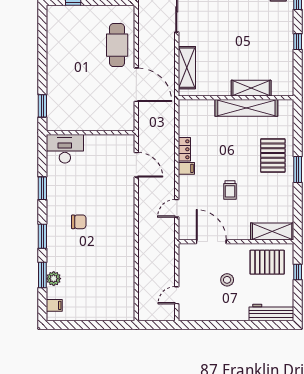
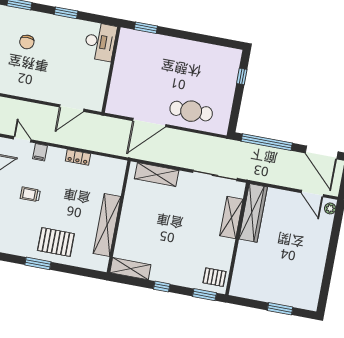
shelving: (251, 88) -> (130, 269), moved, turned 90
filing cabinet: (186, 168) -> (40, 152), moved

